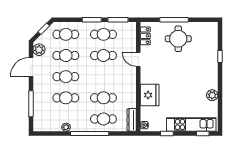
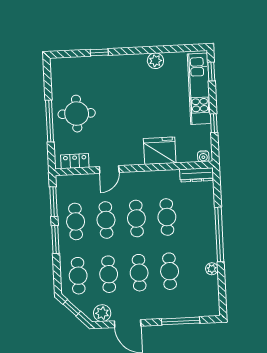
cafe table: (103, 119) -> (136, 219), moved

